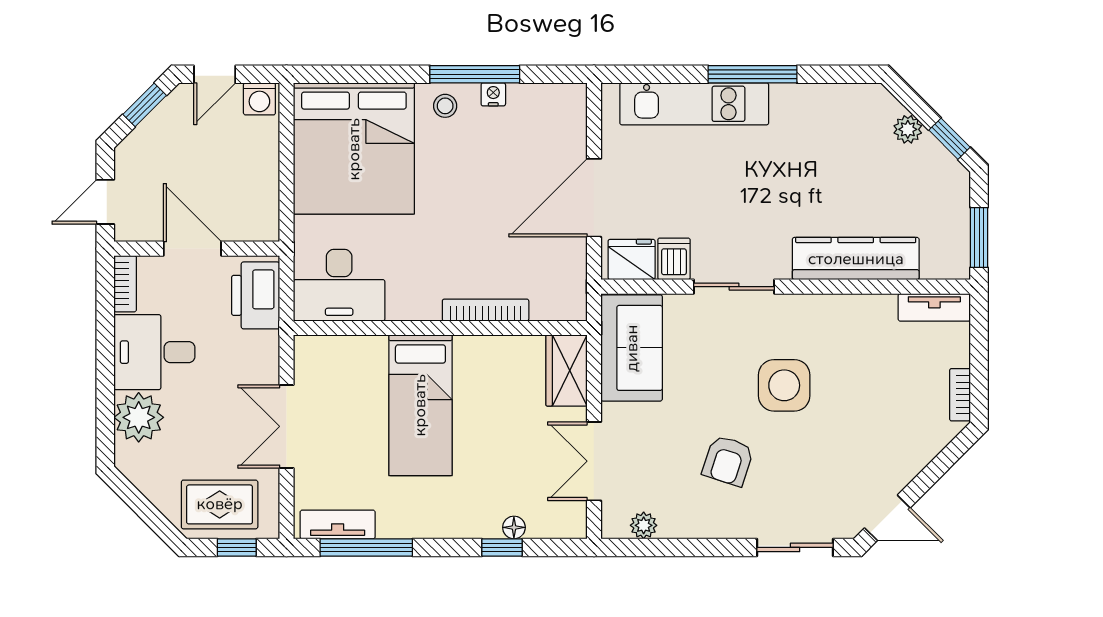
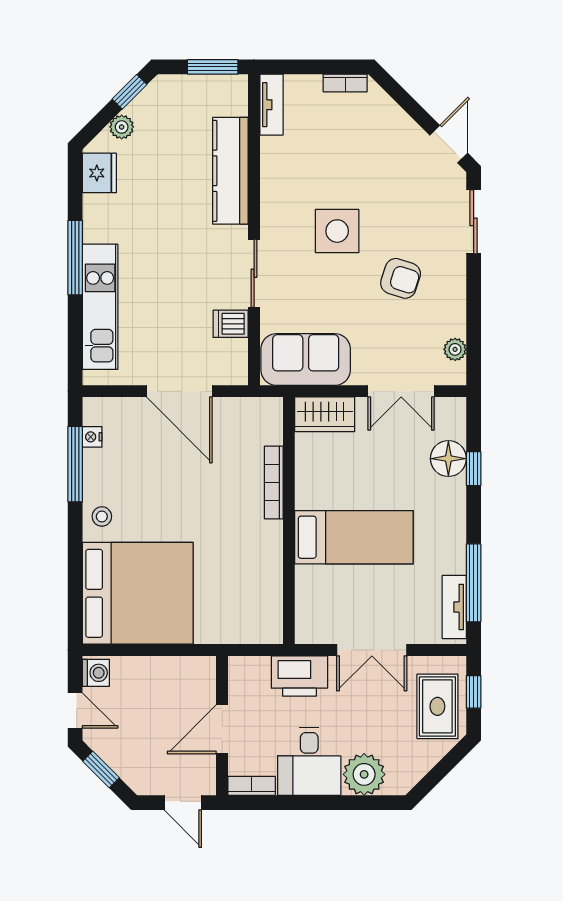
window: (475, 74) -> (75, 464), moved
nightstand: (493, 94) -> (92, 437), moved
fridge: (632, 259) -> (99, 173), moved, turned 180
desk: (339, 285) -> (253, 606), removed
printer: (256, 295) -> (299, 676), moved
floor lamp: (514, 527) -> (448, 459), width x1.89, depth x1.89

